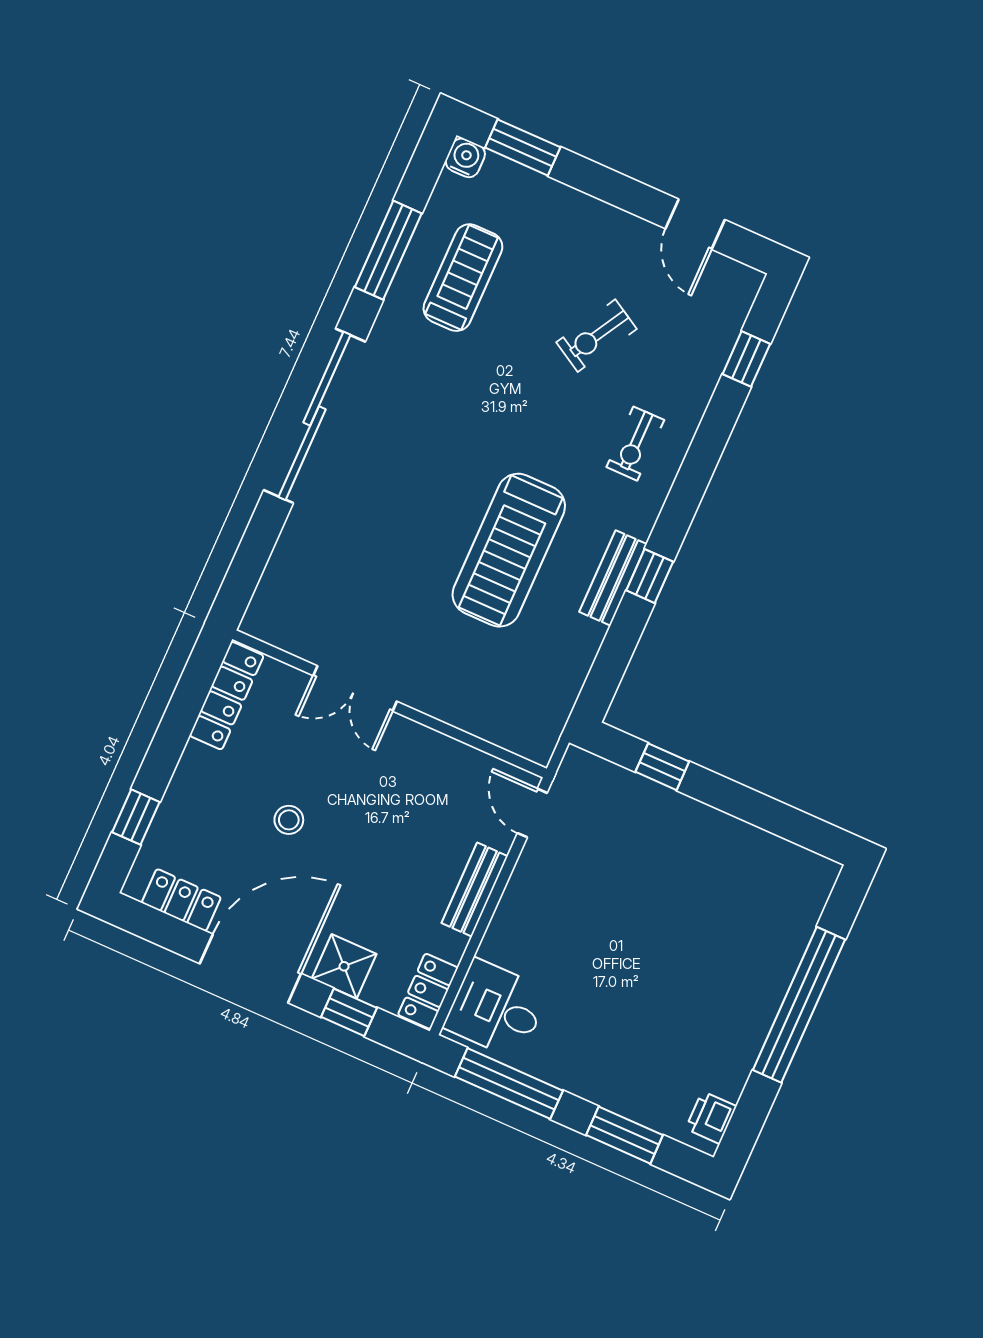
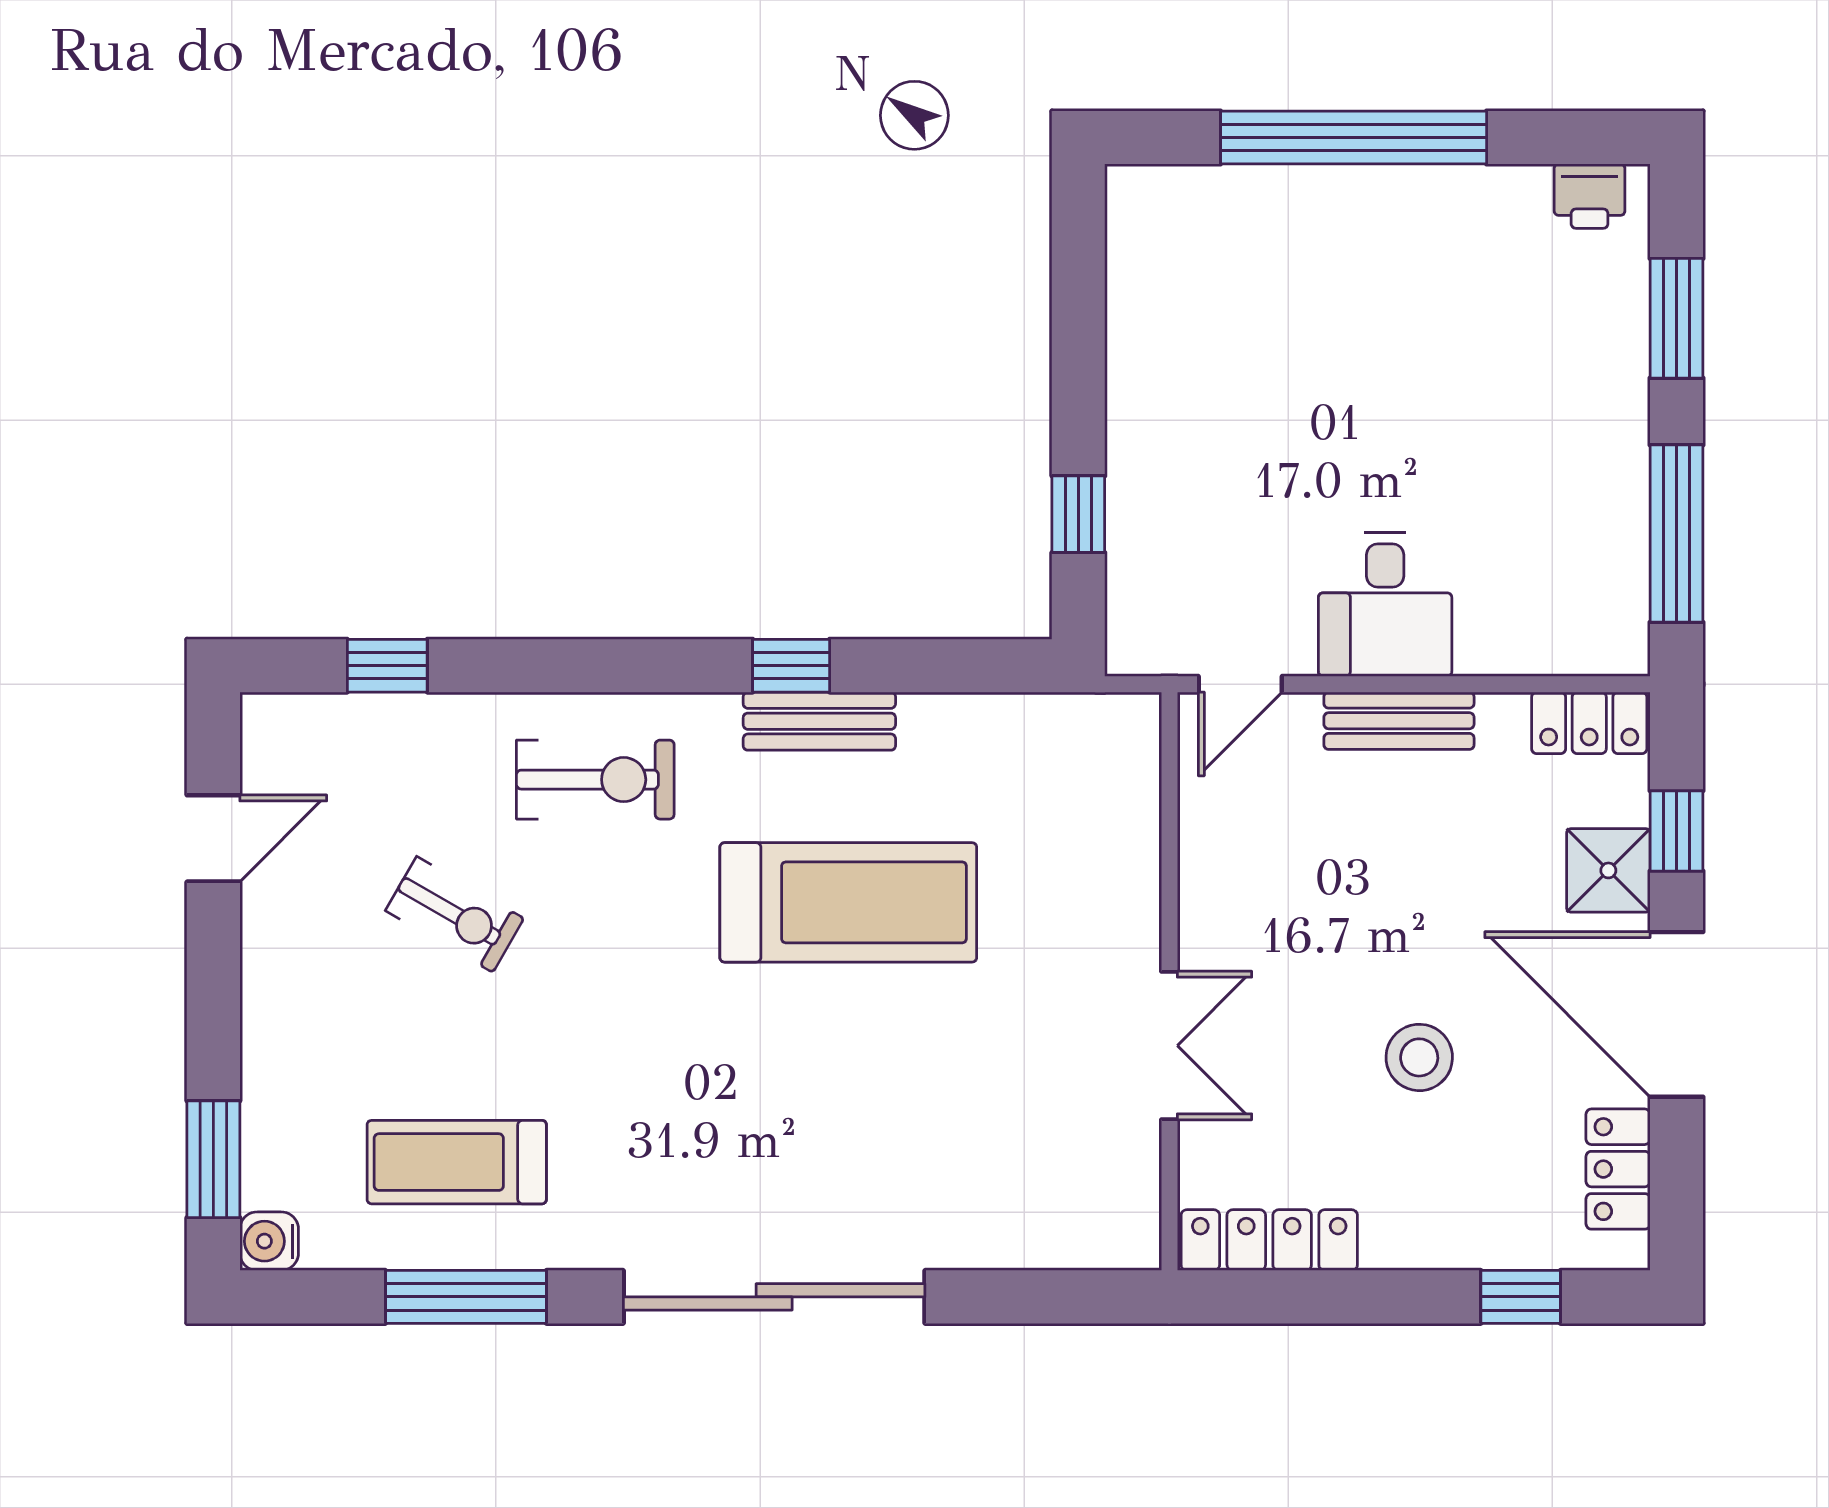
exercise bike: (635, 444) -> (595, 780), width x1.38, depth x1.39
stool: (289, 820) -> (1419, 1057), width x1.37, depth x1.37
desk: (496, 1009) -> (1385, 604), moved

